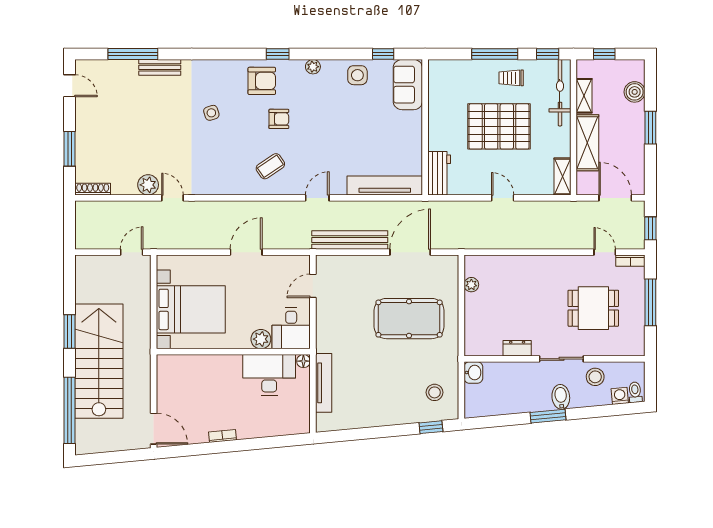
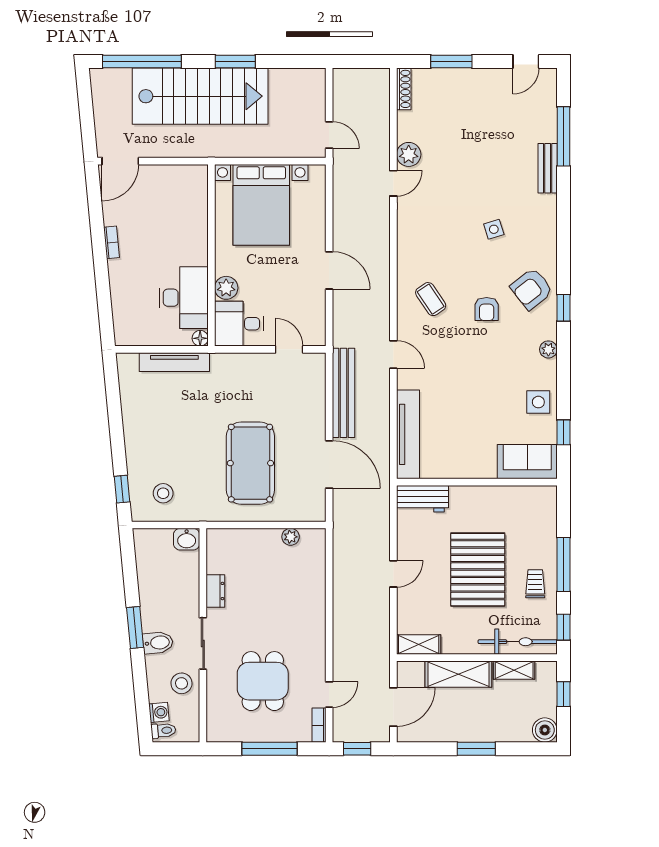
armchair: (262, 81) -> (532, 289), turned 52
boiler: (635, 92) -> (545, 730), moved

